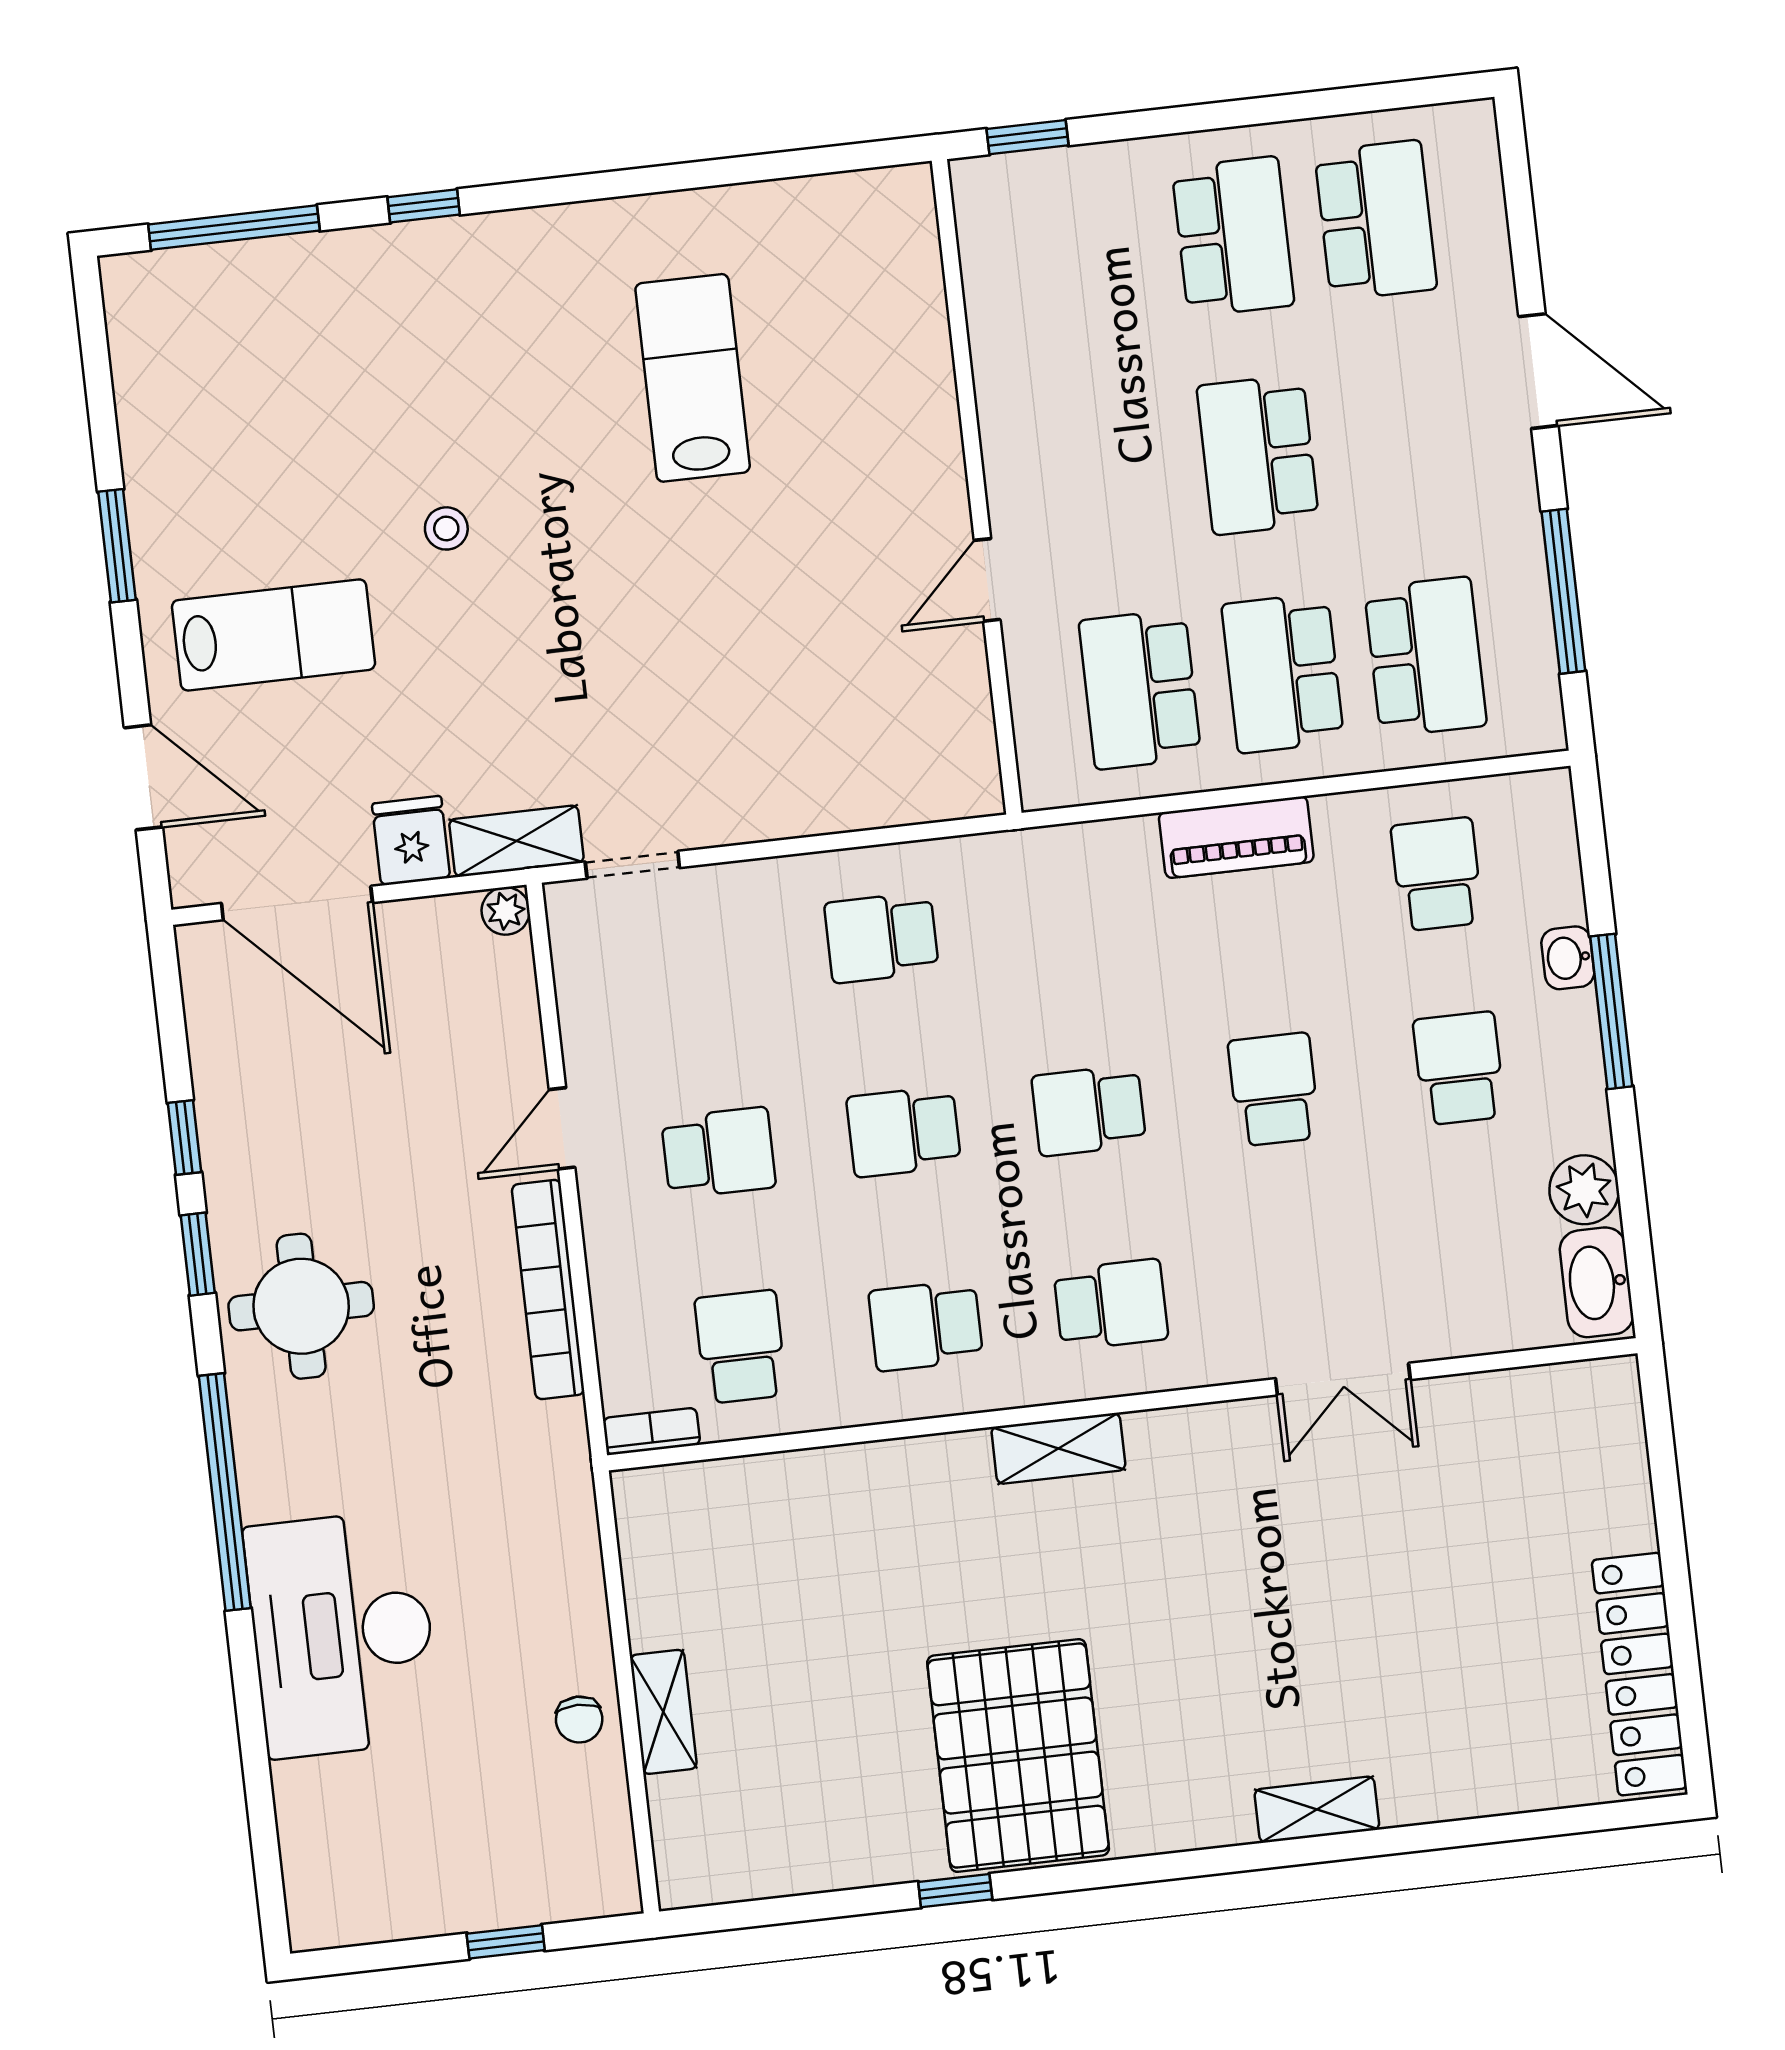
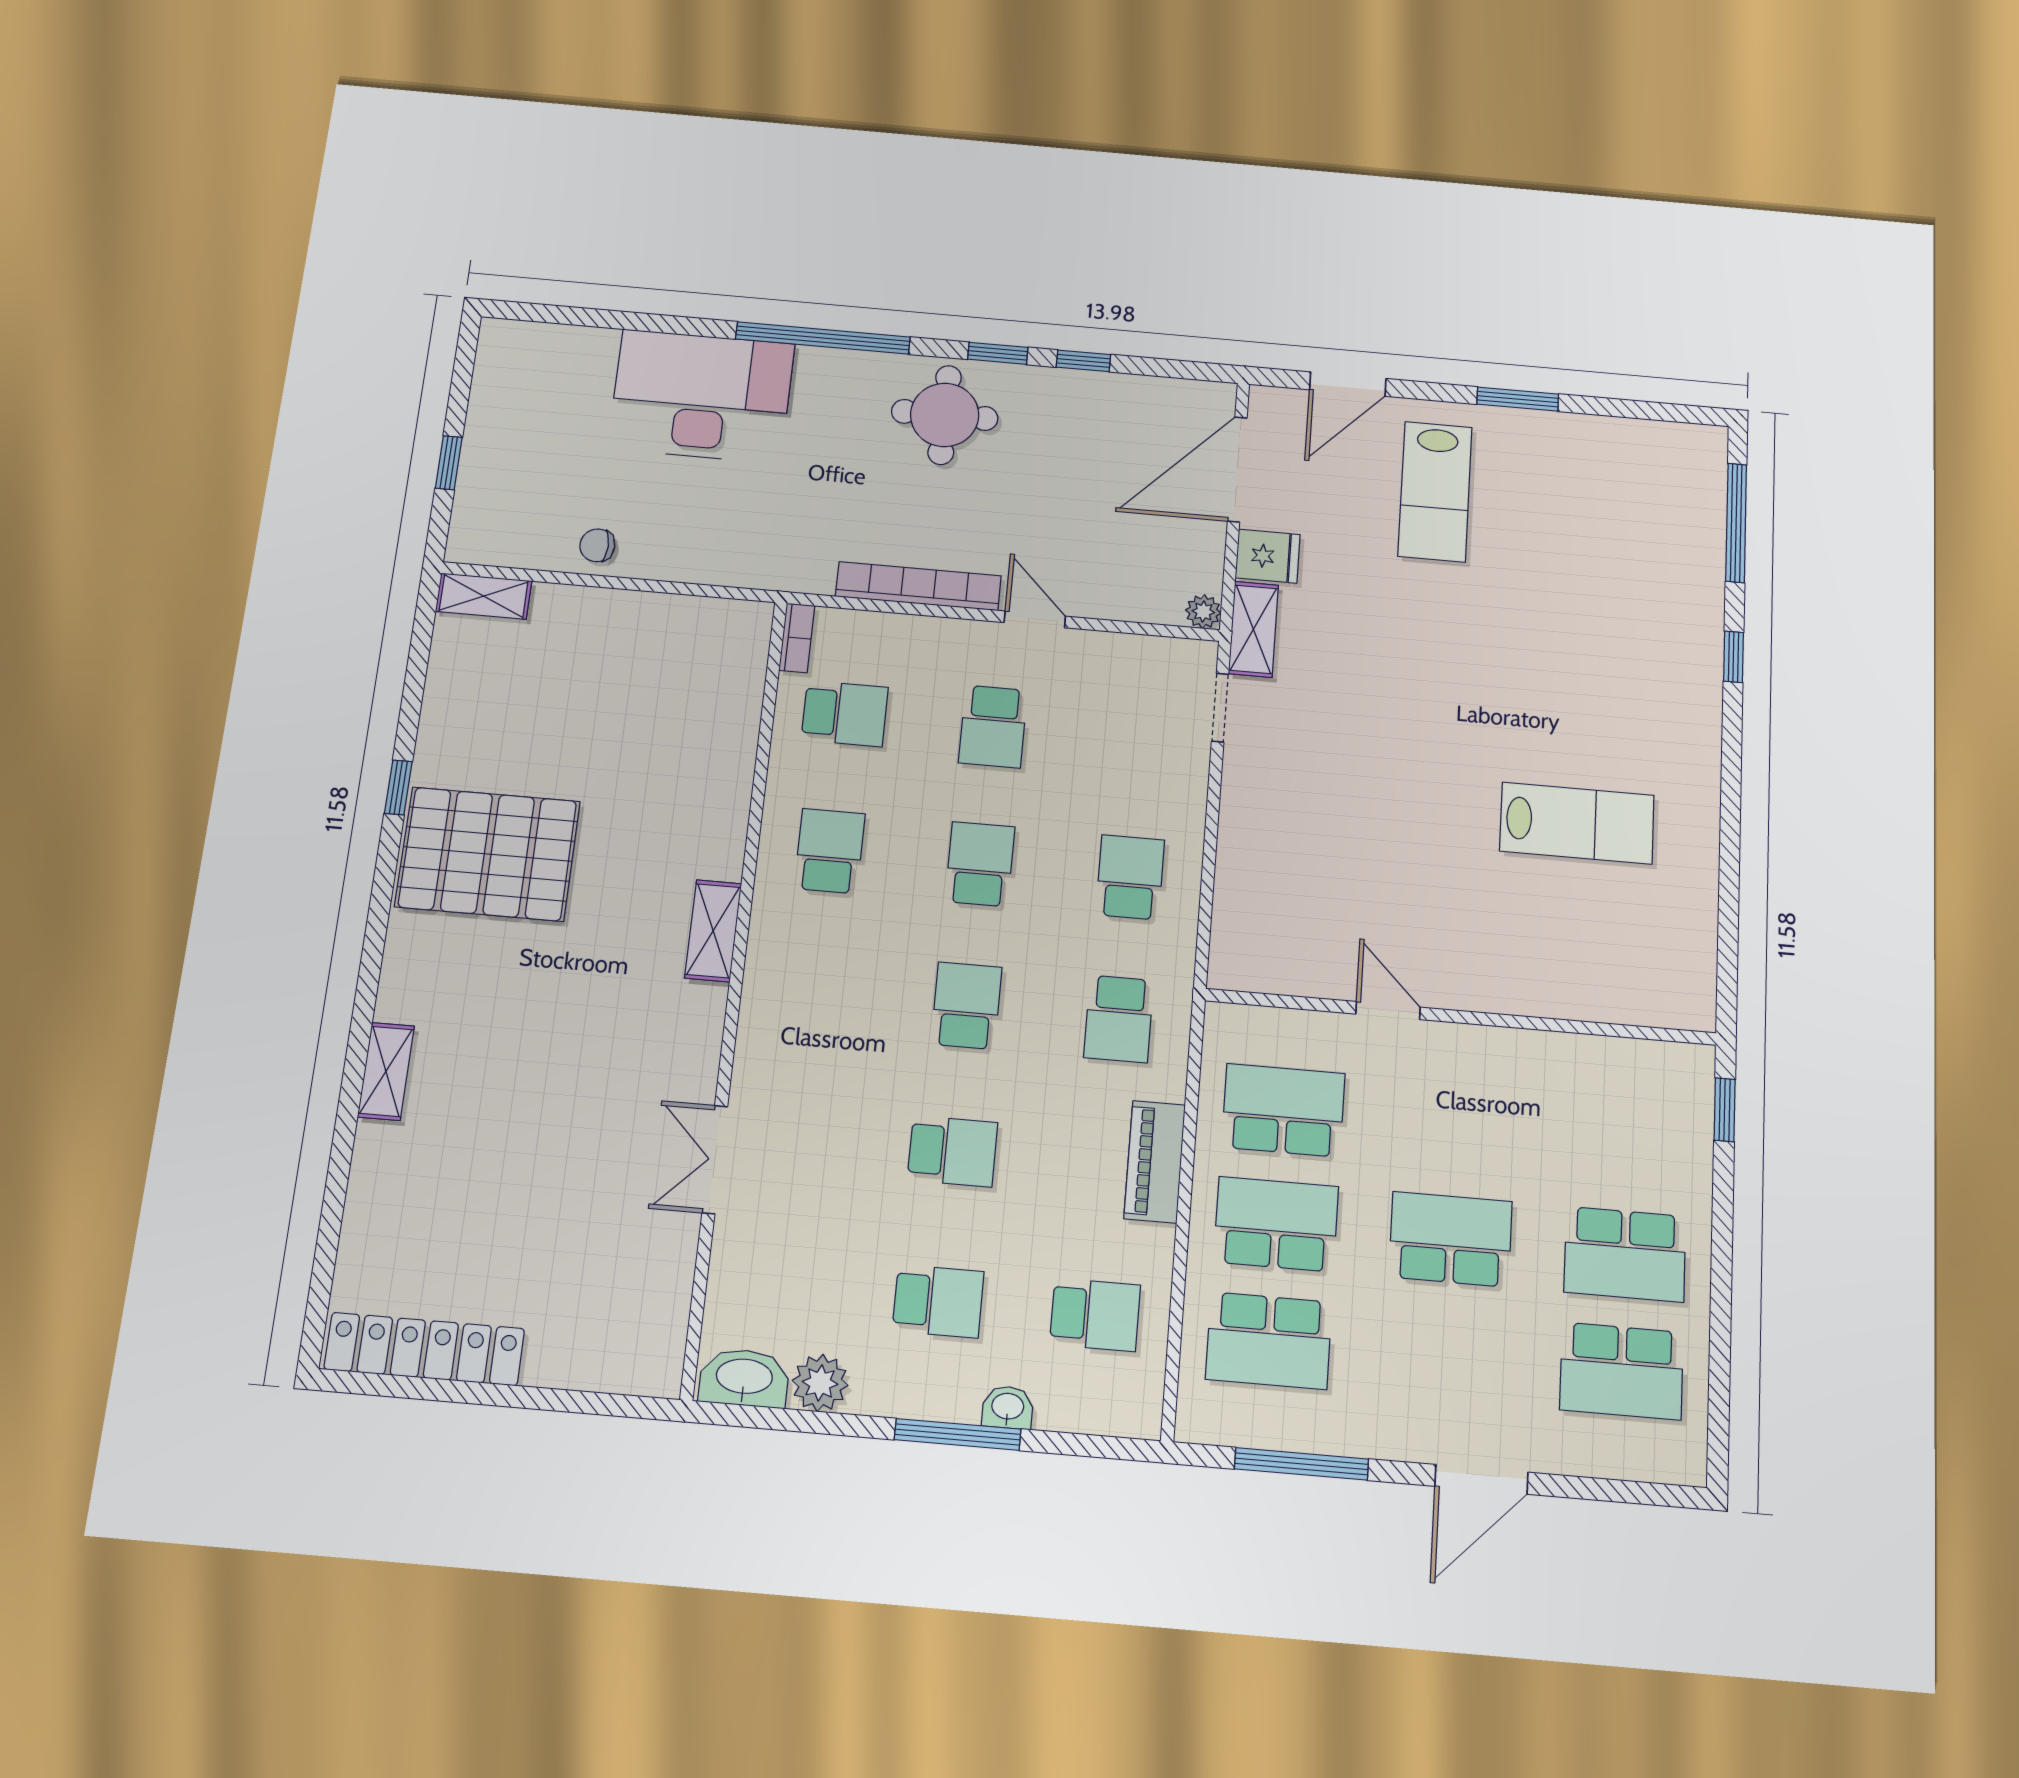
stool: (446, 528) -> (1493, 626), removed
school desk: (1111, 1305) -> (1119, 1019), moved
shelving: (663, 1712) -> (484, 596), moved

